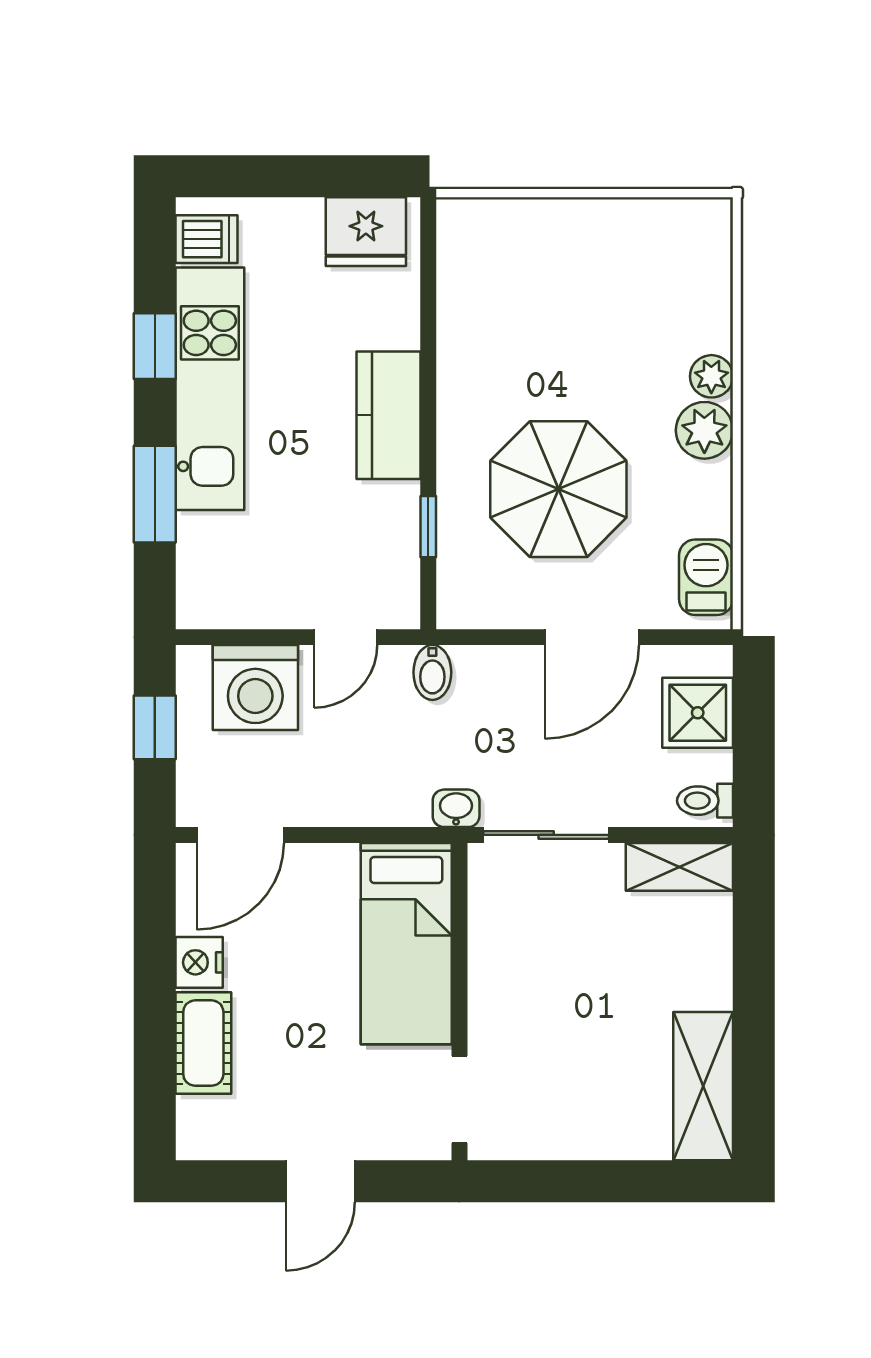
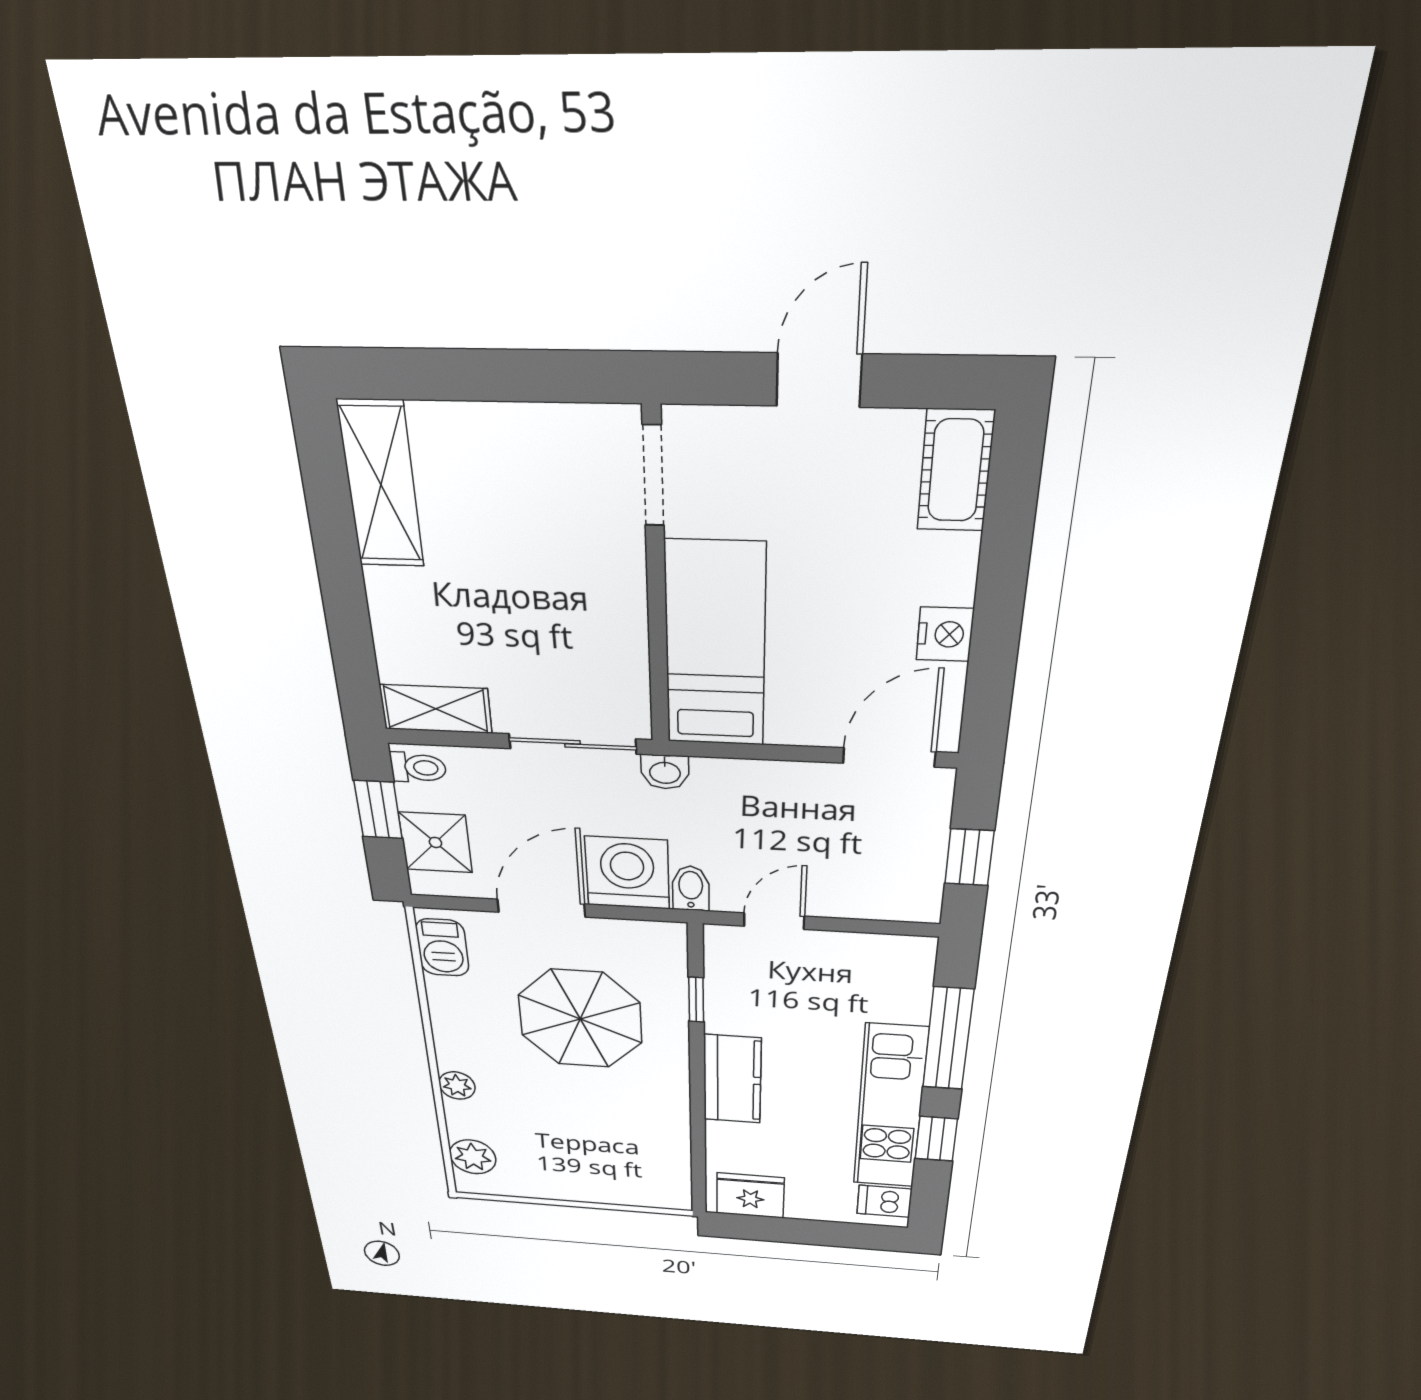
plant: (704, 430) -> (473, 1157), moved
window: (155, 494) -> (948, 1039), width x1.44
washing machine: (255, 687) -> (627, 873), moved
window: (754, 749) -> (378, 810), added
cot: (203, 1043) -> (956, 471), moved

